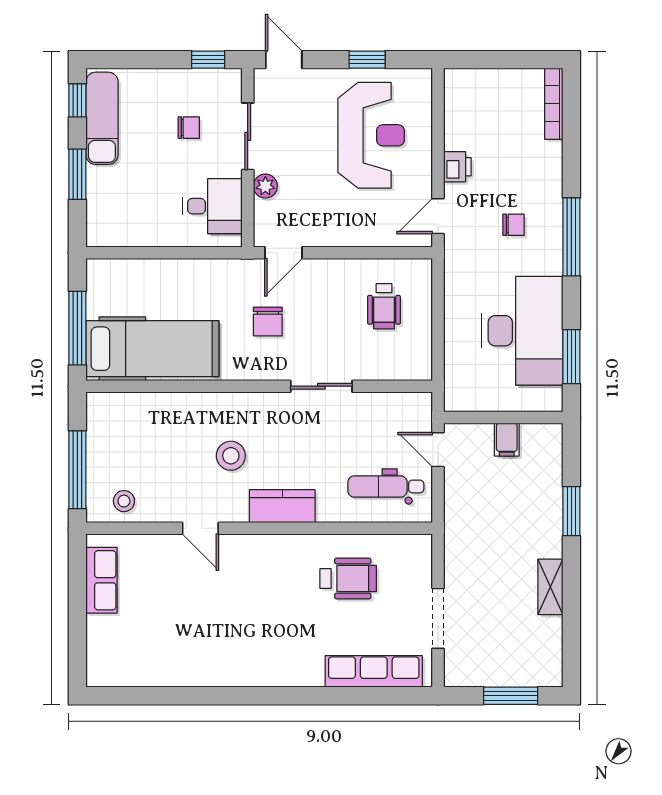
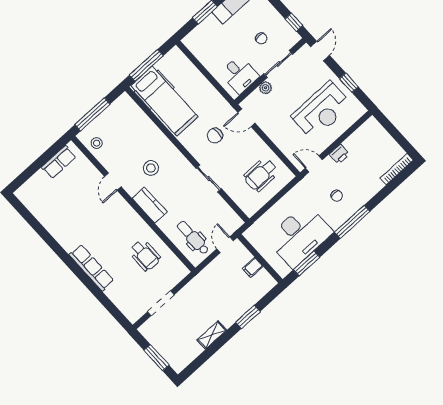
wheelchair: (384, 306) -> (261, 175), width x1.36, depth x1.37
row of seats: (374, 671) -> (91, 268), moved

